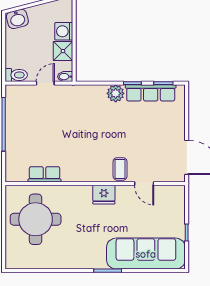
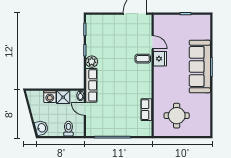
toilet: (16, 75) -> (68, 129), moved
row of seats: (151, 93) -> (91, 85), moved
door: (144, 184) -> (153, 42), hinge flipped
fridge: (104, 195) -> (160, 59), moved
round table: (36, 219) -> (177, 116), width x0.73, depth x0.73
sofa: (146, 254) -> (200, 66), moved

